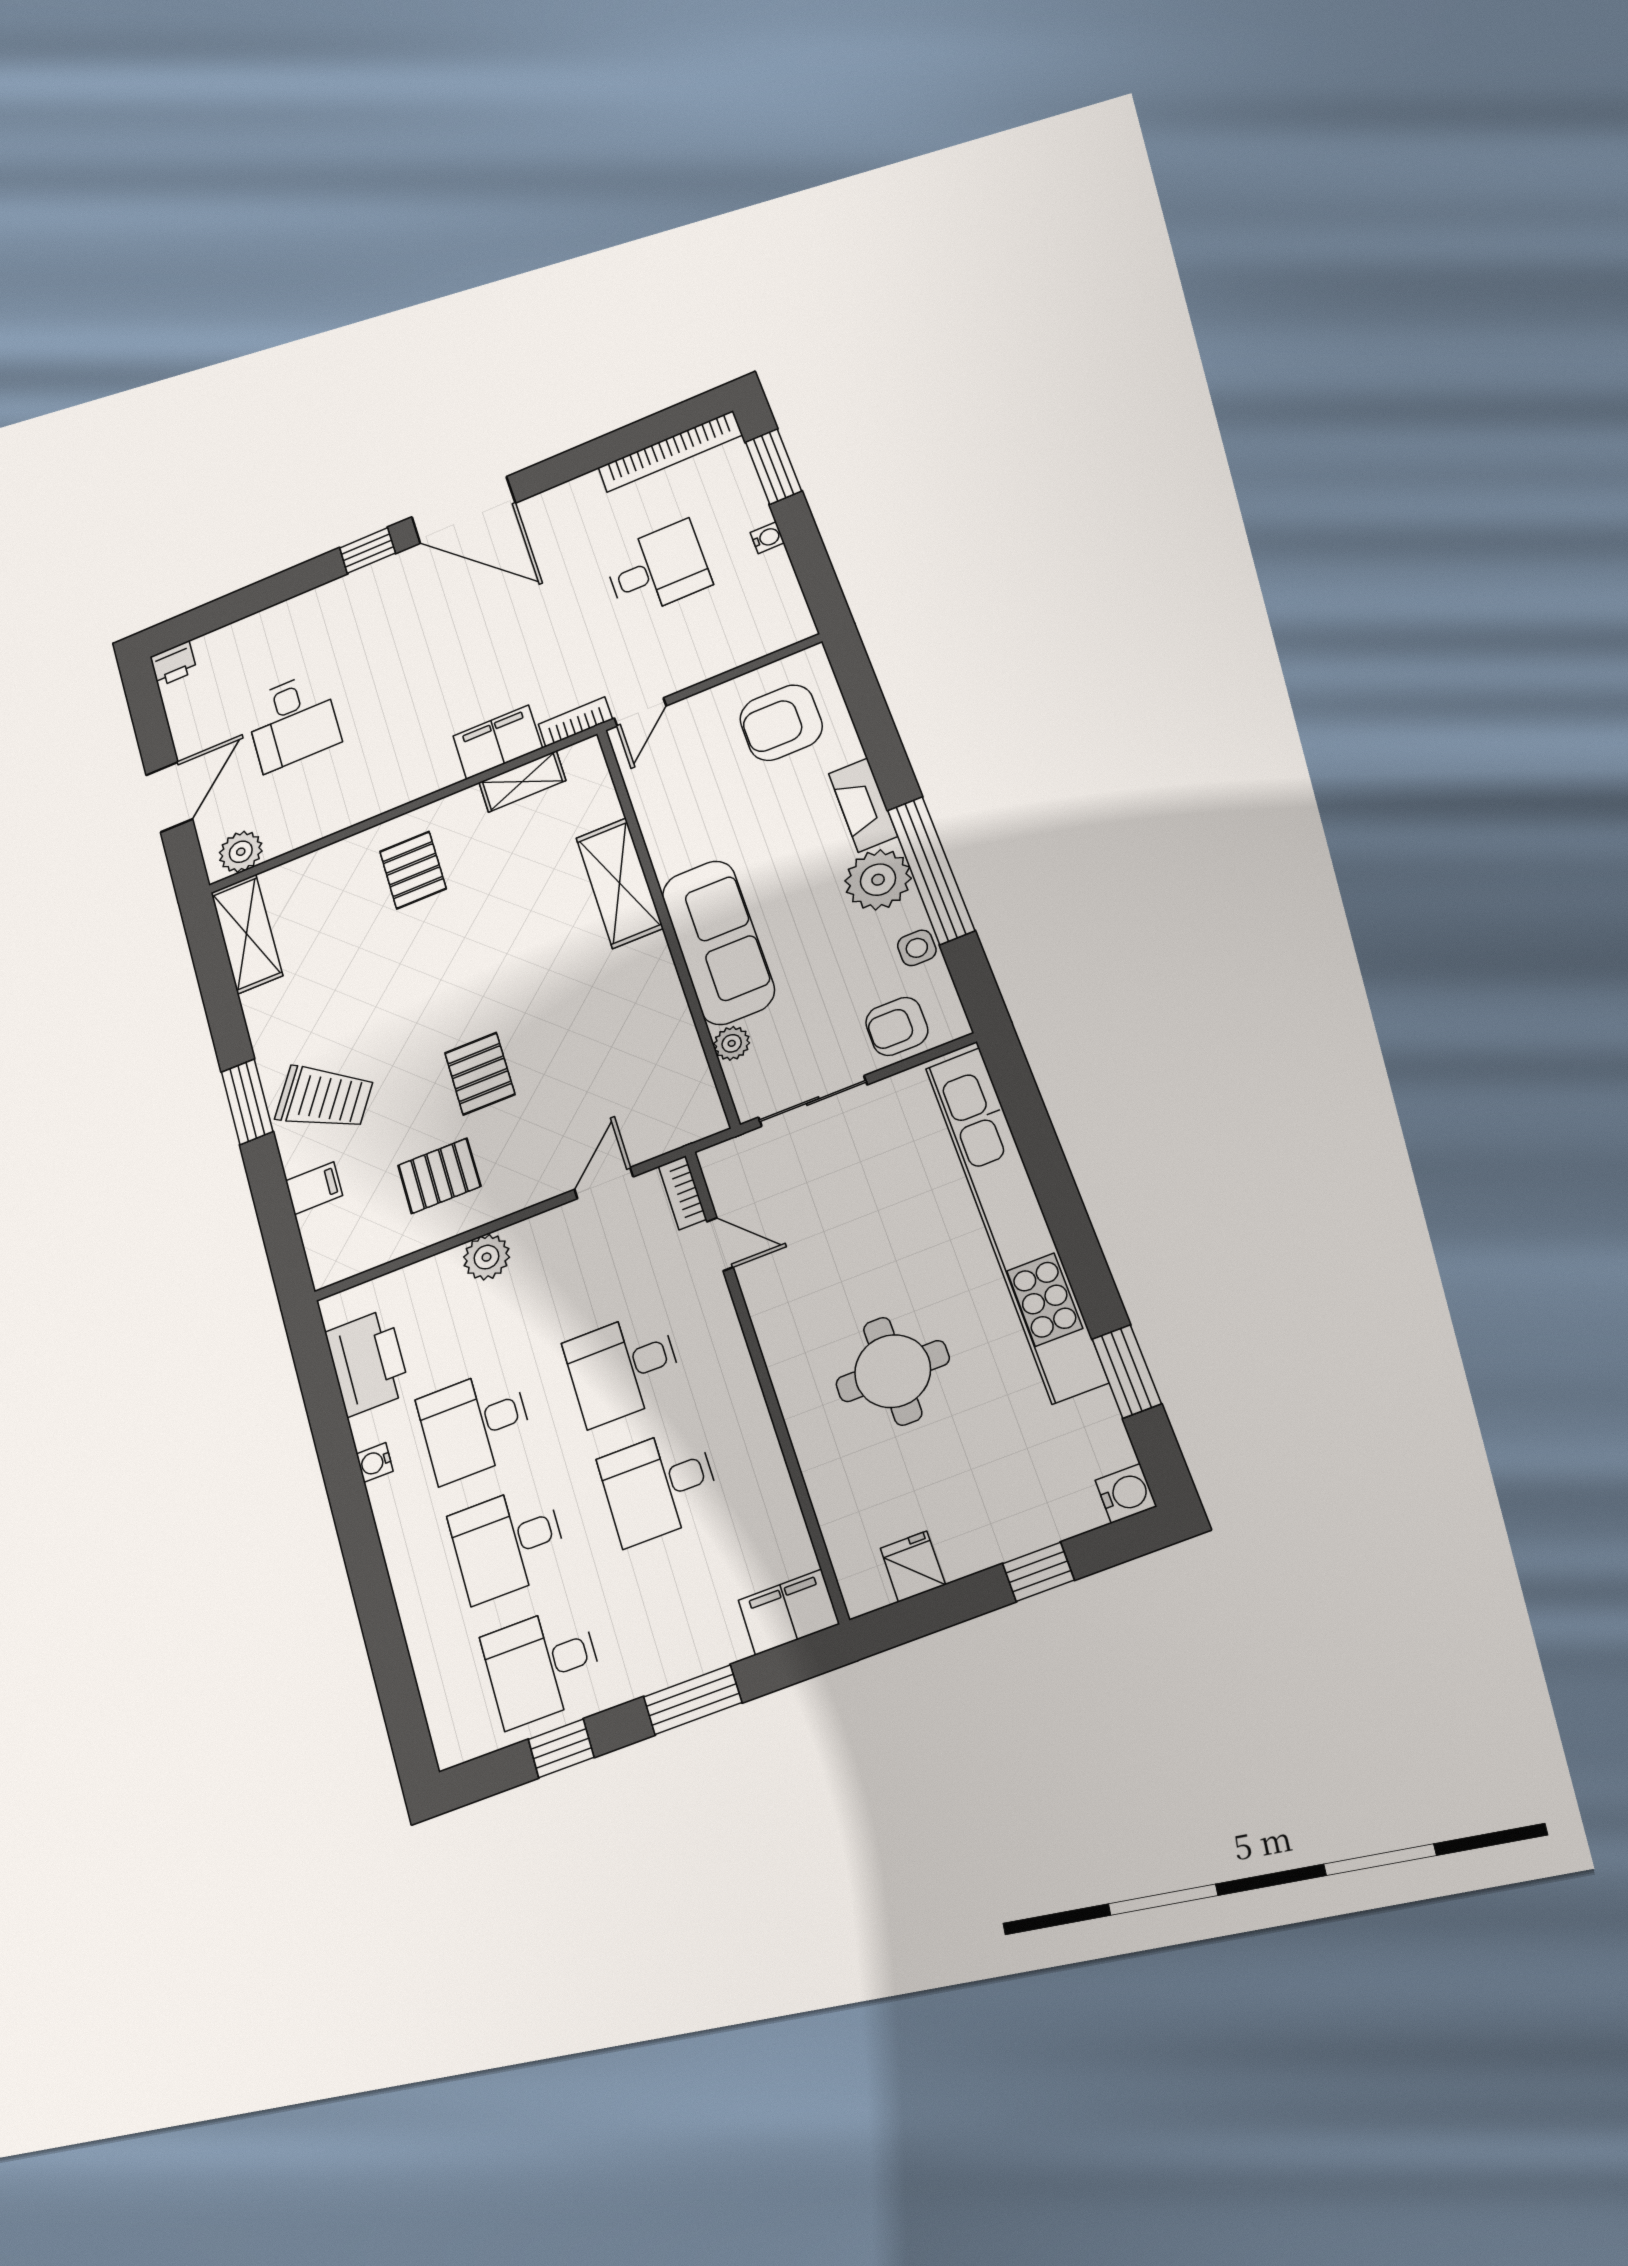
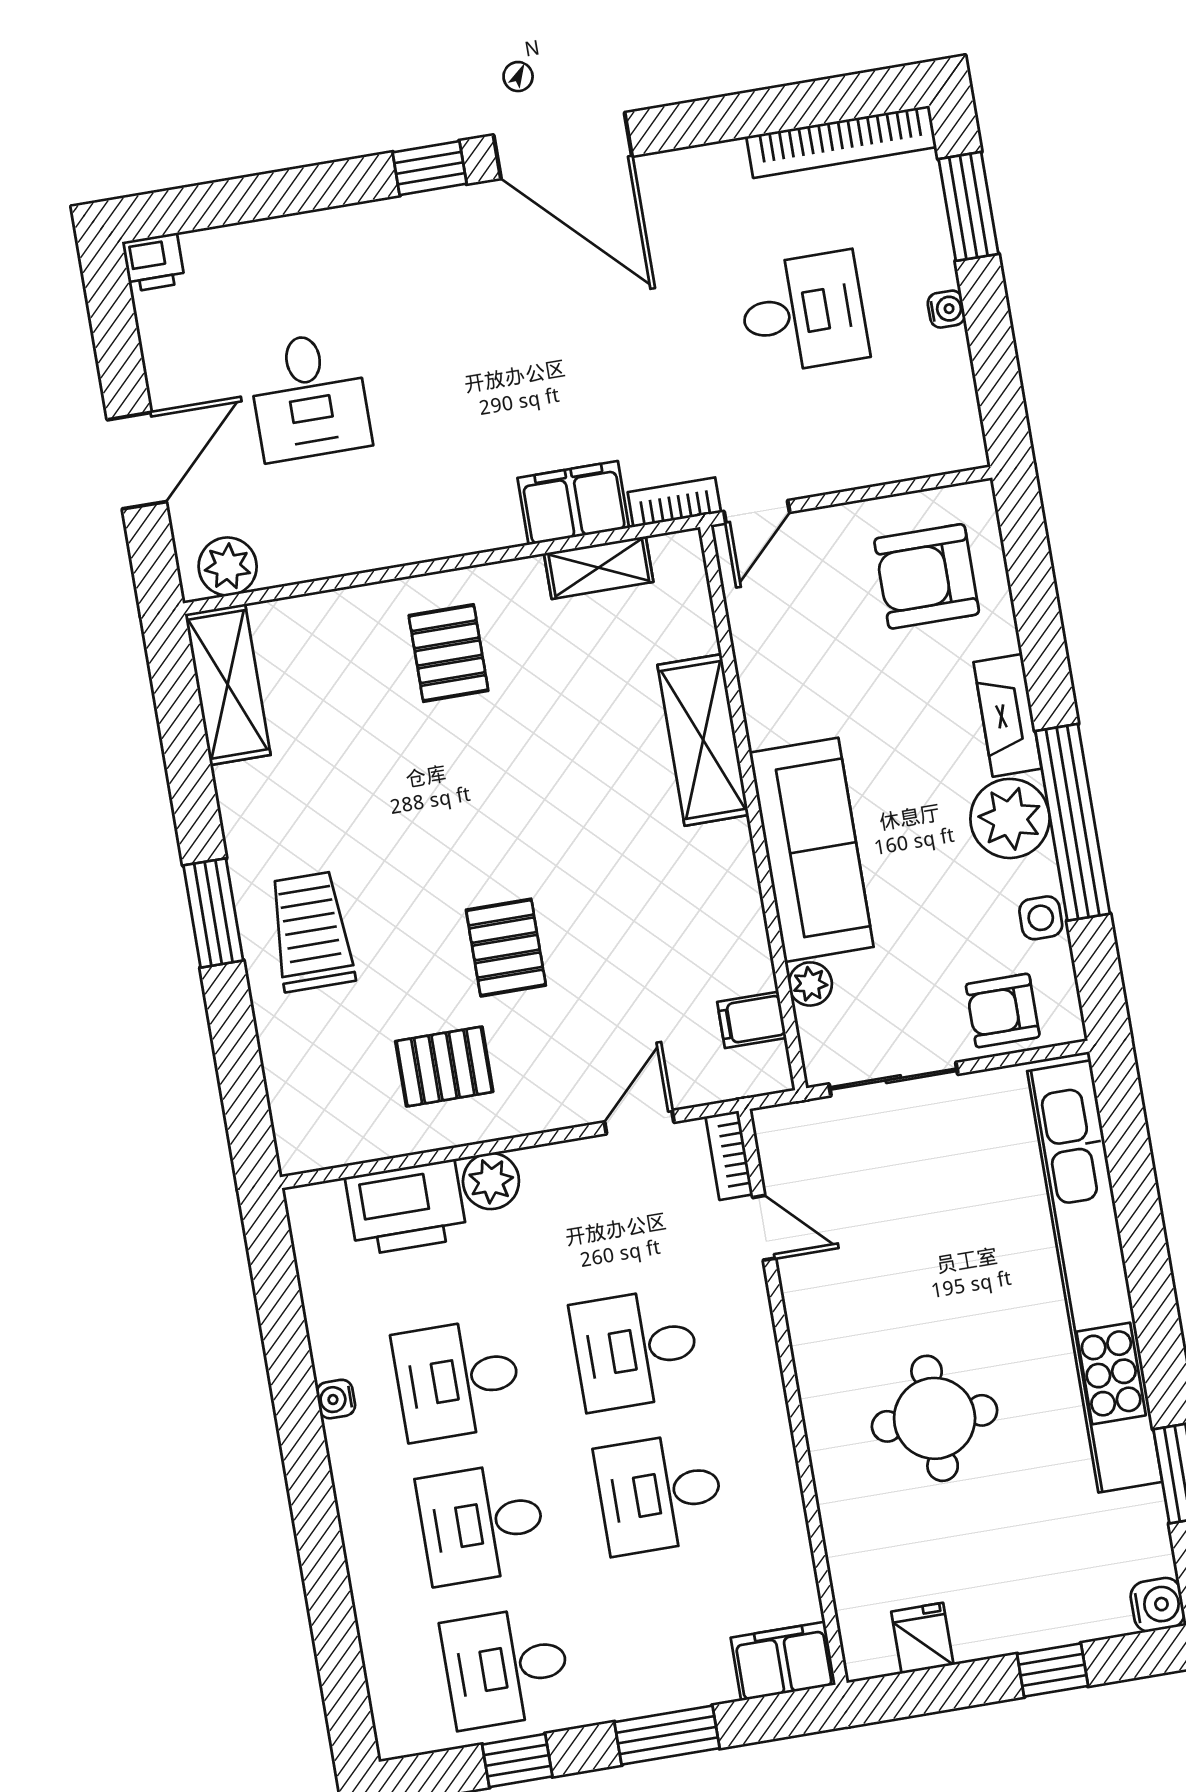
trolley: (324, 1098) -> (311, 932), turned -121
filing cabinet: (314, 1188) -> (752, 1020), moved, turned 180
printer: (368, 1362) -> (406, 1208), moved, turned 90

